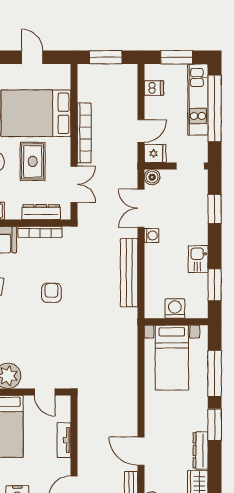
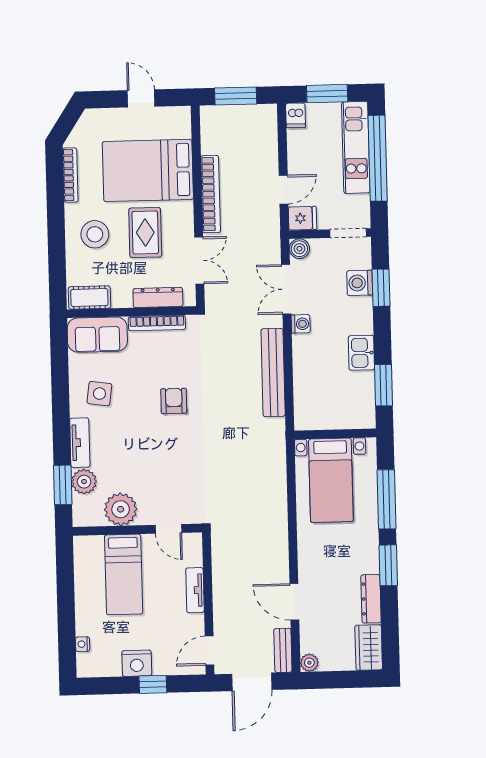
dishwasher: (154, 88) -> (296, 115), moved, turned 90
washing machine: (175, 309) -> (360, 283), moved, turned -90

